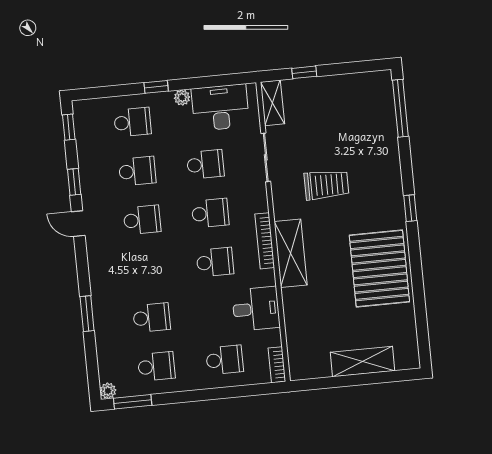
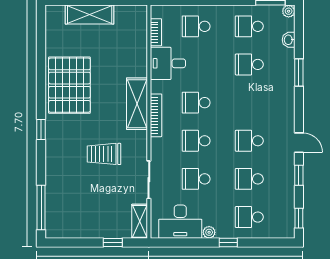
washbasin: (104, 354) -> (289, 40), added
bookcase: (277, 365) -> (156, 32), moved

